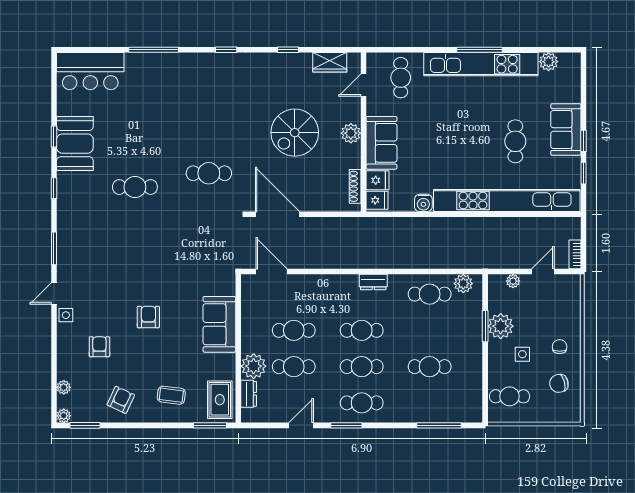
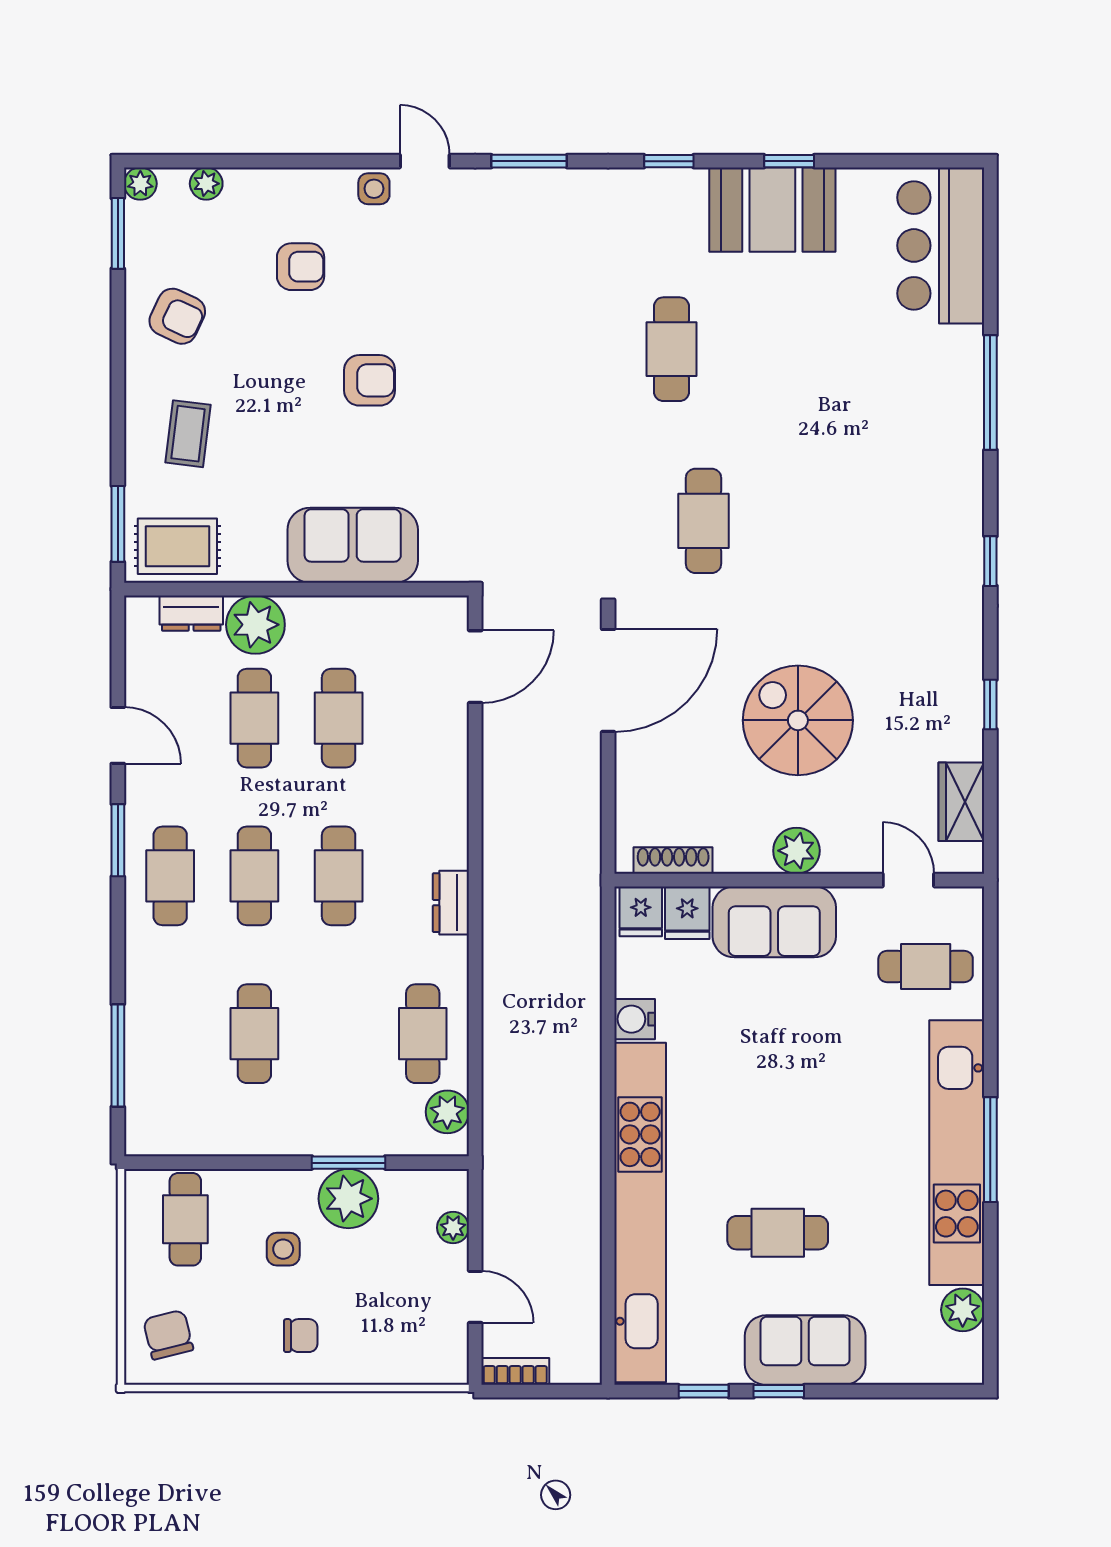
chair: (559, 383) -> (168, 1335), moved

